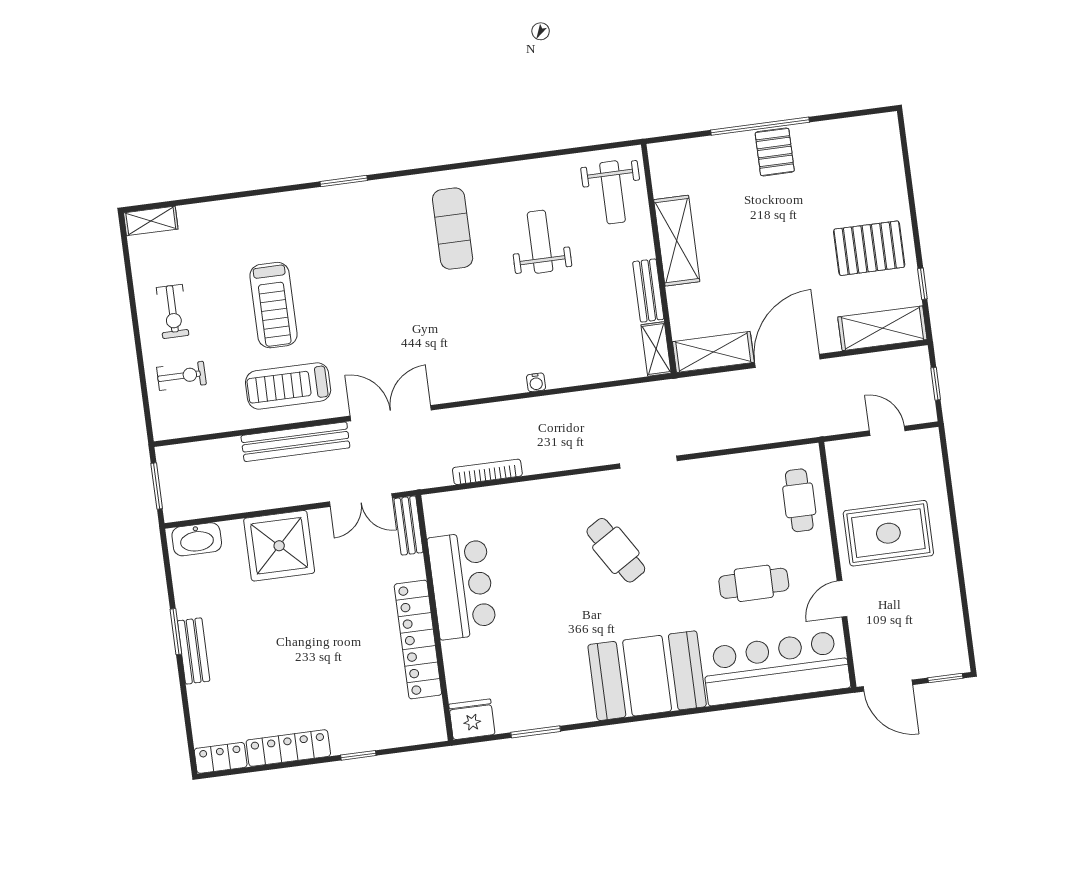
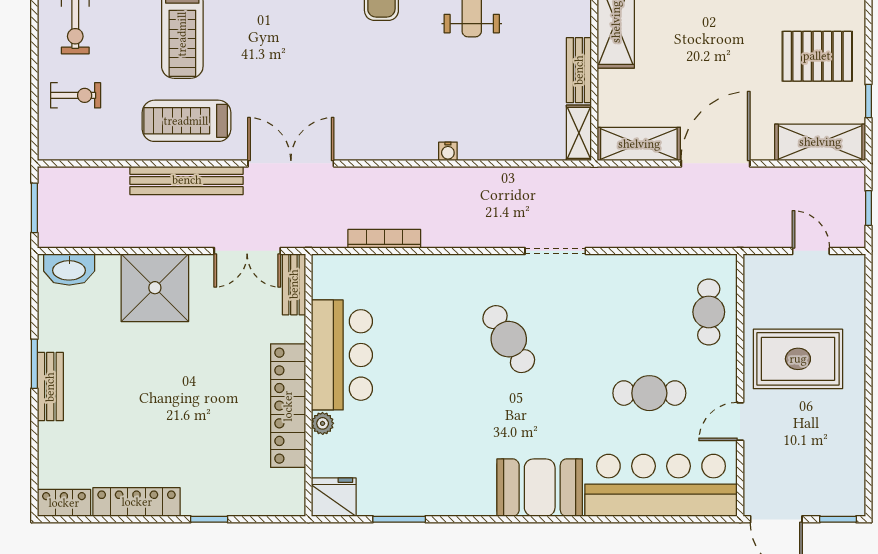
plant: (452, 652) -> (323, 423), added
booth: (647, 676) -> (540, 488), width x0.73, depth x0.70

